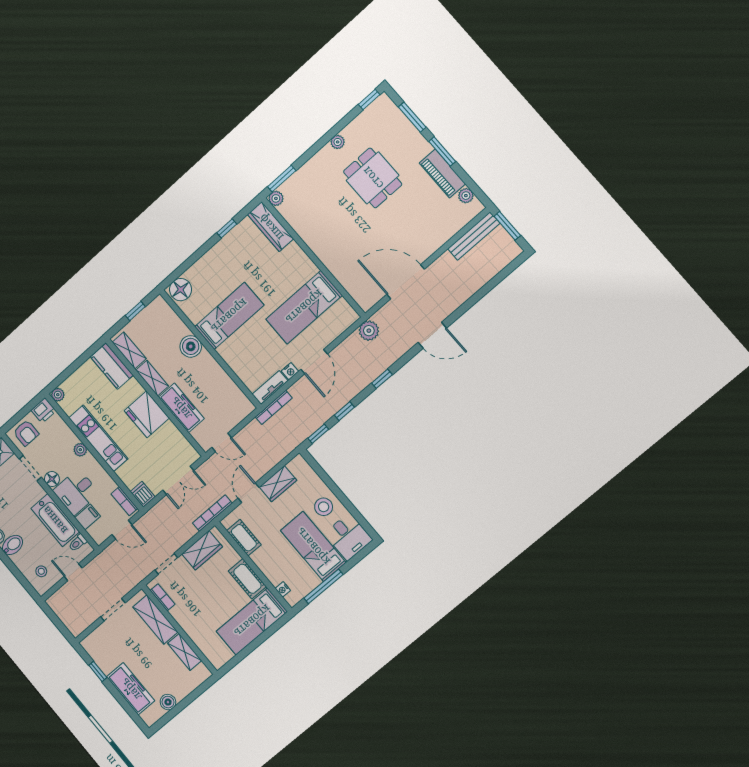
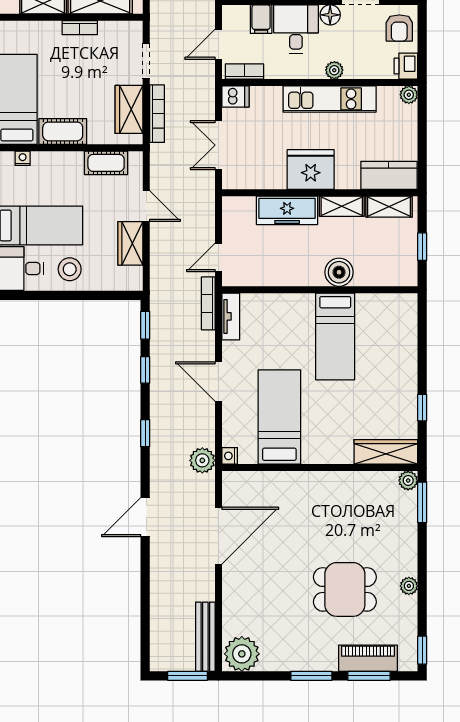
piano: (442, 173) -> (368, 658), moved
plant: (466, 196) -> (242, 654), width x1.88, depth x1.88
floor lamp: (181, 290) -> (403, 310), removed
nightstand: (290, 371) -> (230, 456), moved
armchair: (26, 433) -> (399, 28), turned -90
door: (222, 443) -> (218, 257), moved
bookcase: (212, 513) -> (157, 114), moved
bookcase: (162, 597) -> (80, 28), moved

